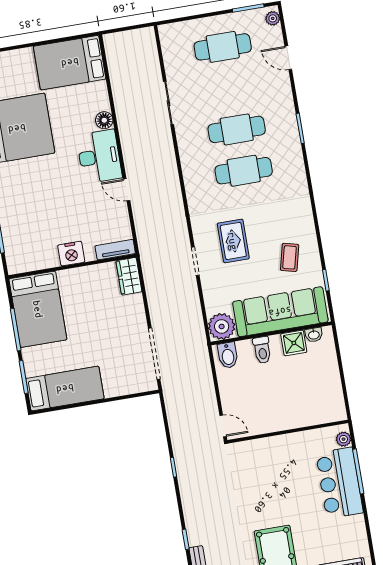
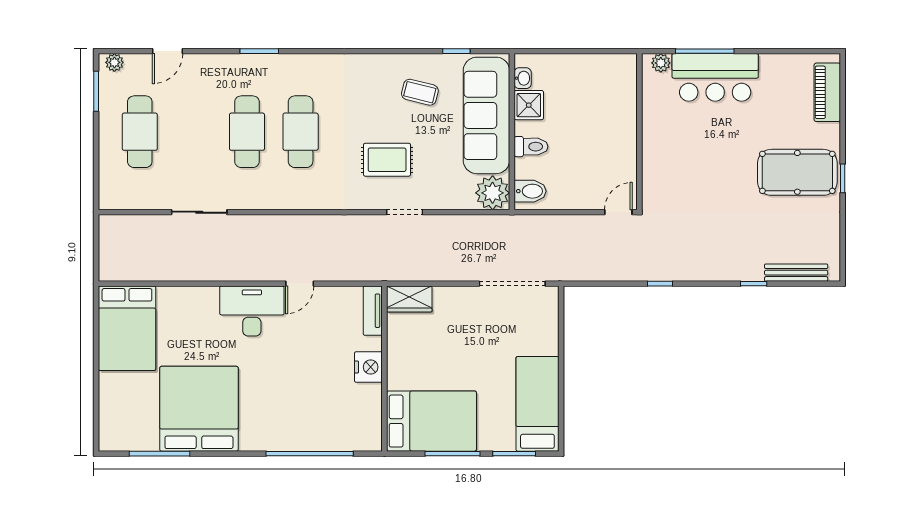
floor lamp: (104, 120) -> (207, 297), removed

